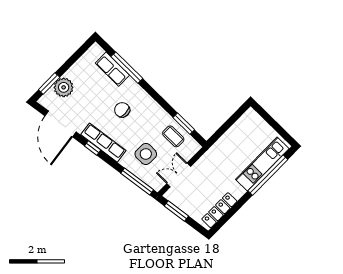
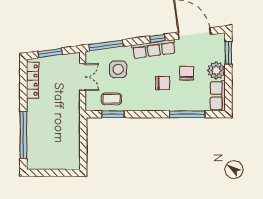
row of seats: (112, 69) -> (218, 96), moved, turned -90
plant: (64, 87) -> (216, 70), moved
chair: (96, 99) -> (187, 73), added
kitchen unit: (262, 164) -> (34, 139), removed
window: (176, 211) -> (50, 53), moved

